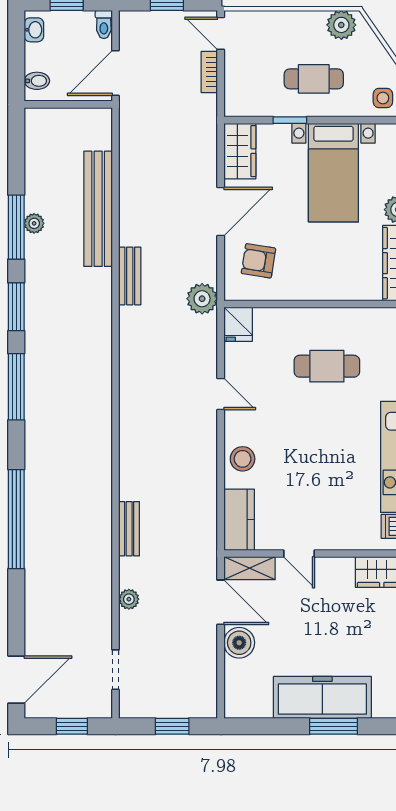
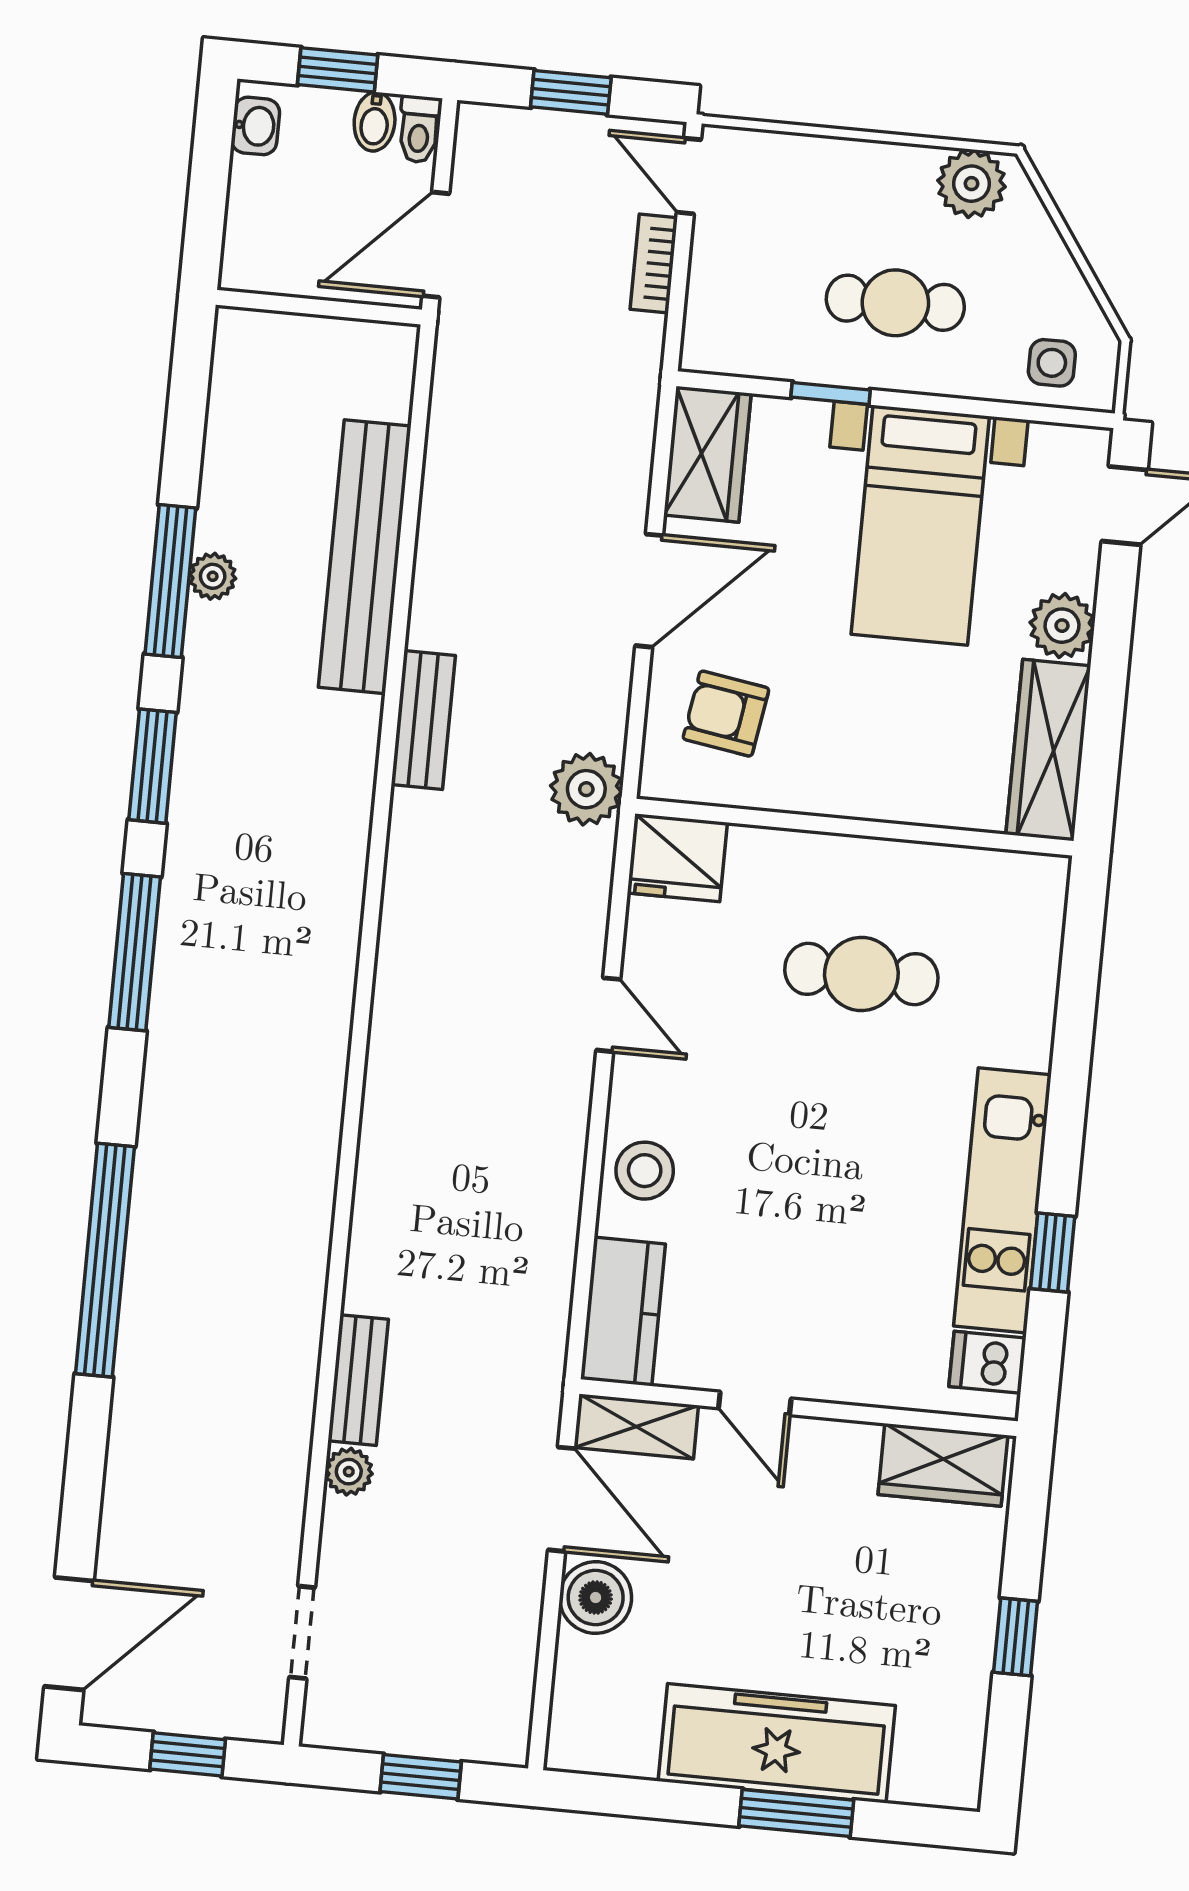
bidet: (37, 81) -> (375, 122), moved, turned 90
fridge: (238, 324) -> (677, 858), width x1.38
bench: (129, 529) -> (358, 1380), moved

